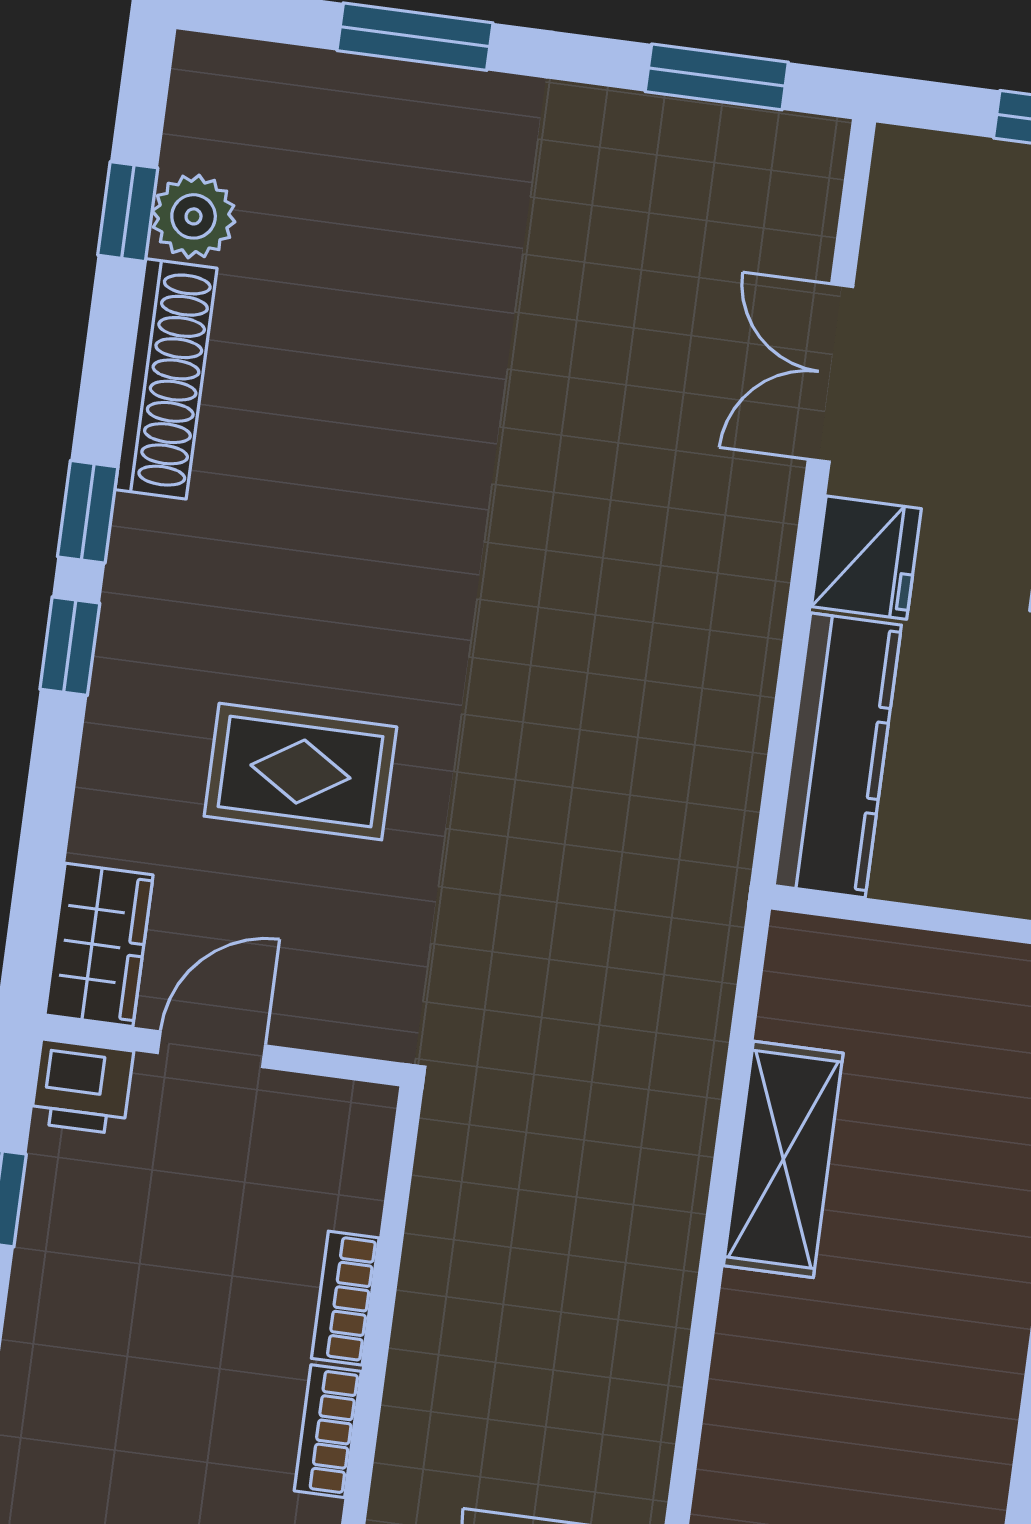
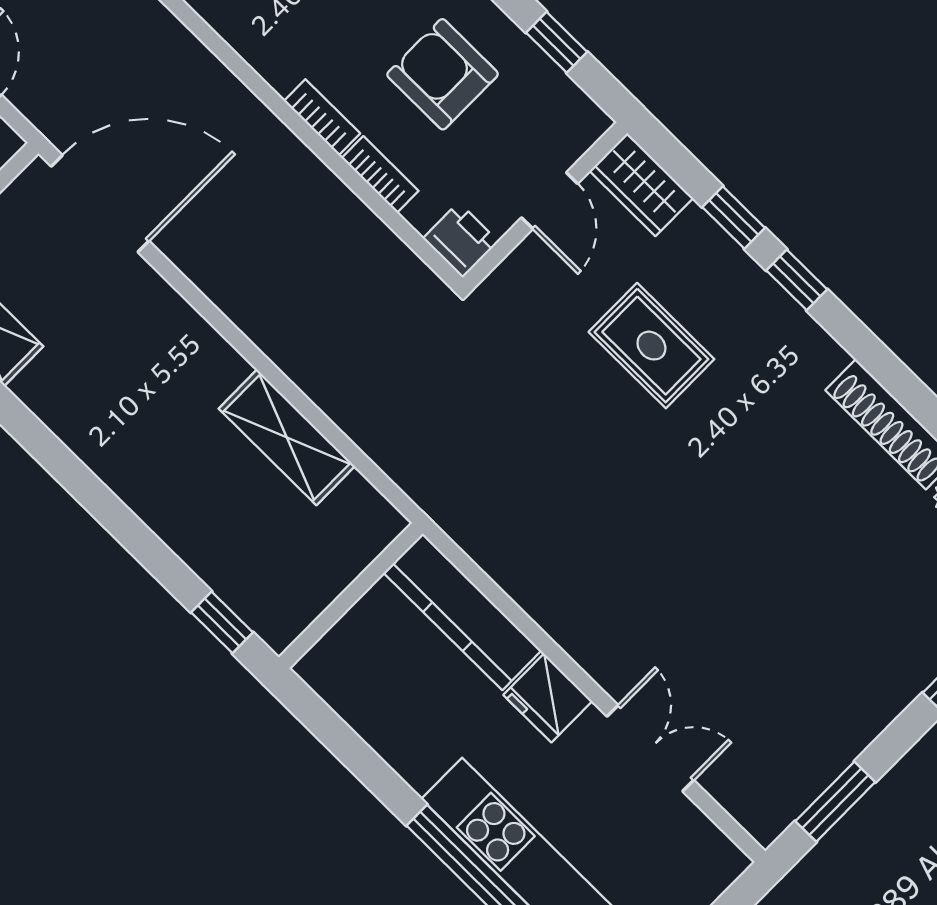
window: (88, 512) -> (734, 217), moved
rug: (300, 772) -> (651, 346), turned 90
printer: (82, 1087) -> (461, 240), moved, turned 90
armchair: (152, 1315) -> (443, 74), added

